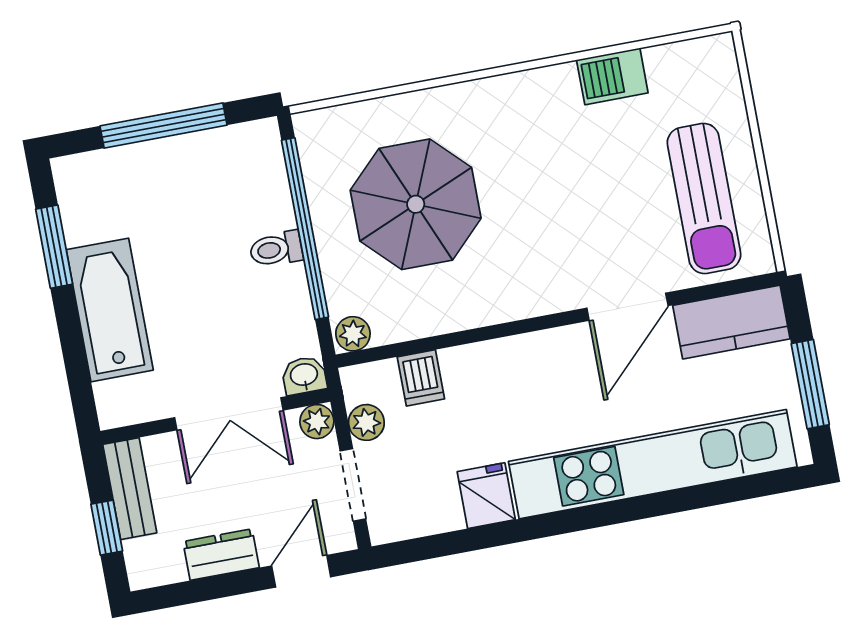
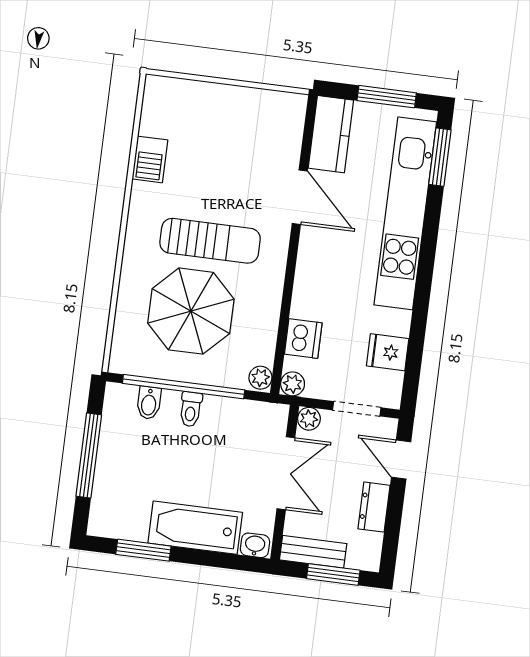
bidet: (266, 187) -> (149, 403), added
sun lounger: (704, 198) -> (210, 241), moved
washbasin: (304, 375) -> (255, 545), moved, turned 90
dishwasher: (421, 378) -> (303, 339), width x1.38
plant: (366, 422) -> (293, 384), moved
window: (749, 488) -> (440, 157), added
fridge: (486, 496) -> (388, 352), moved
window: (107, 528) -> (333, 574), width x1.50

